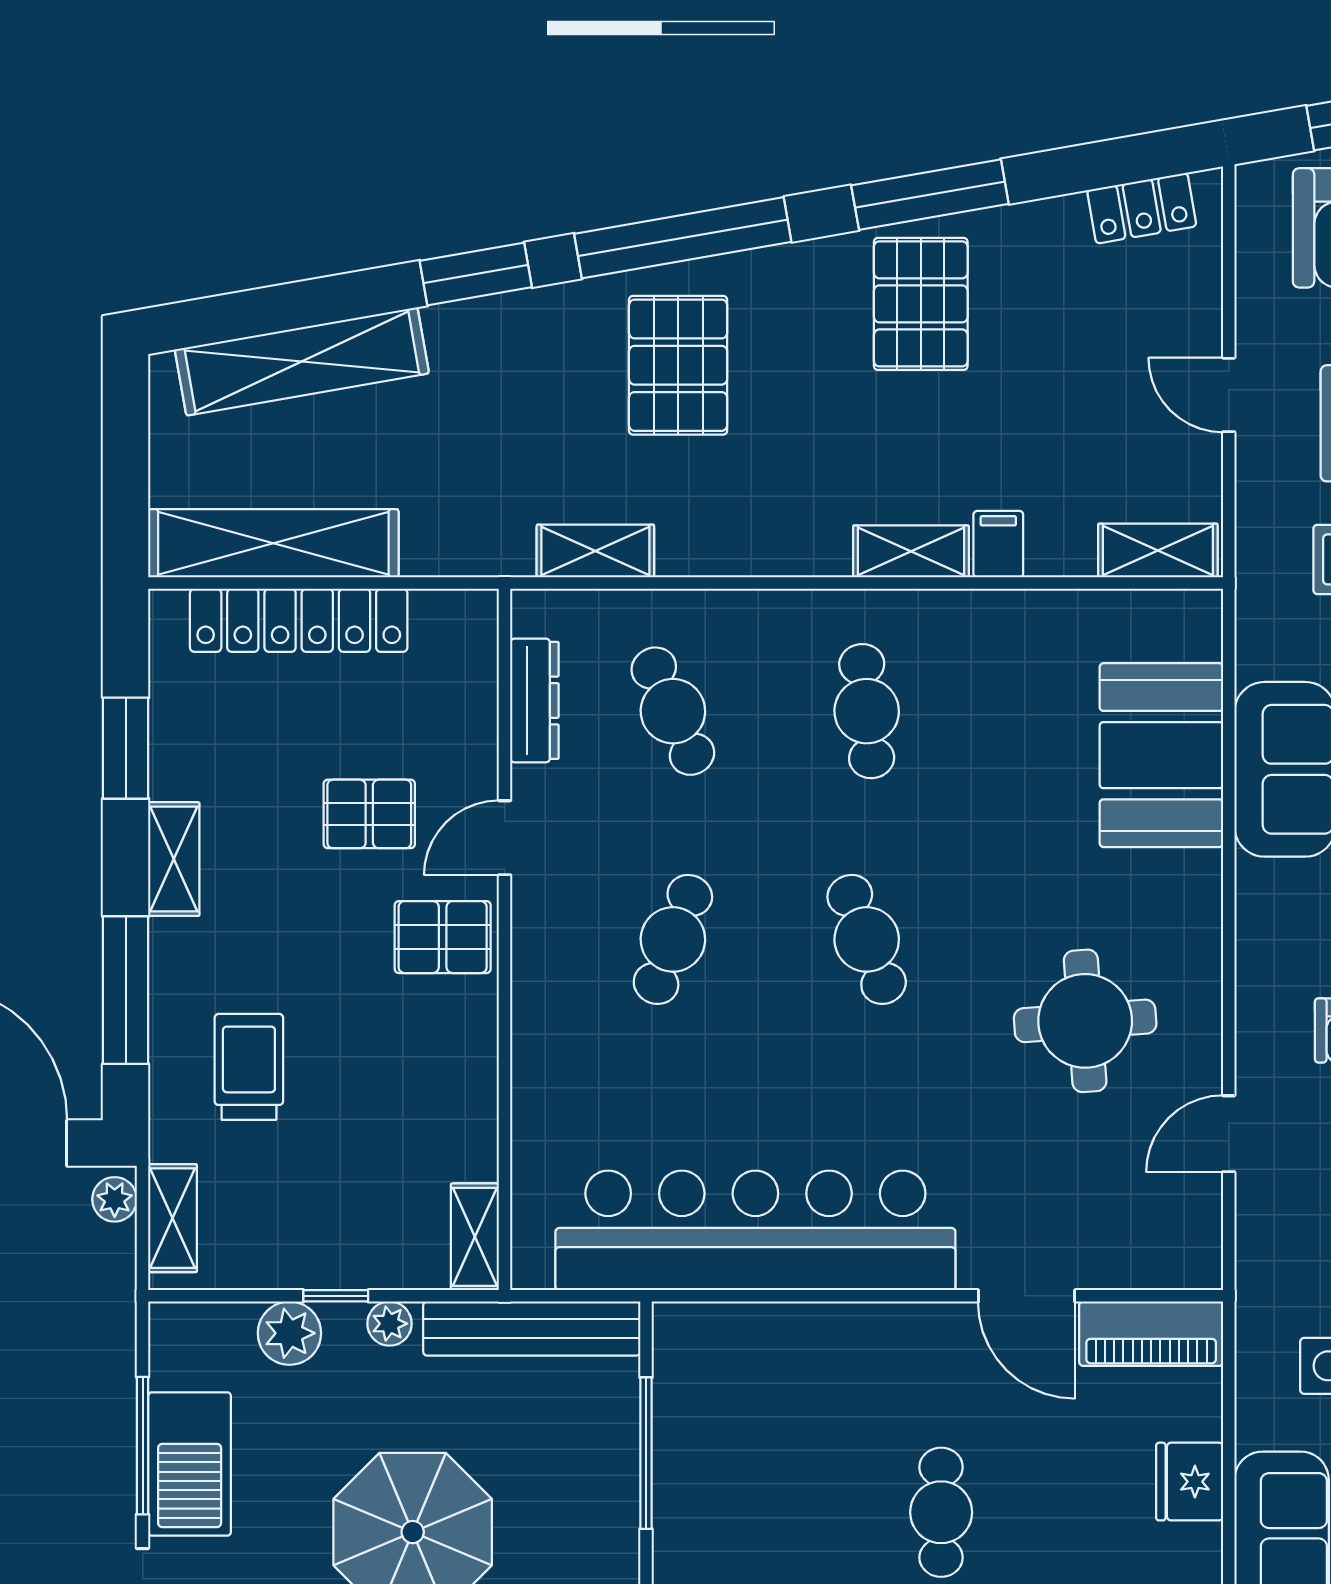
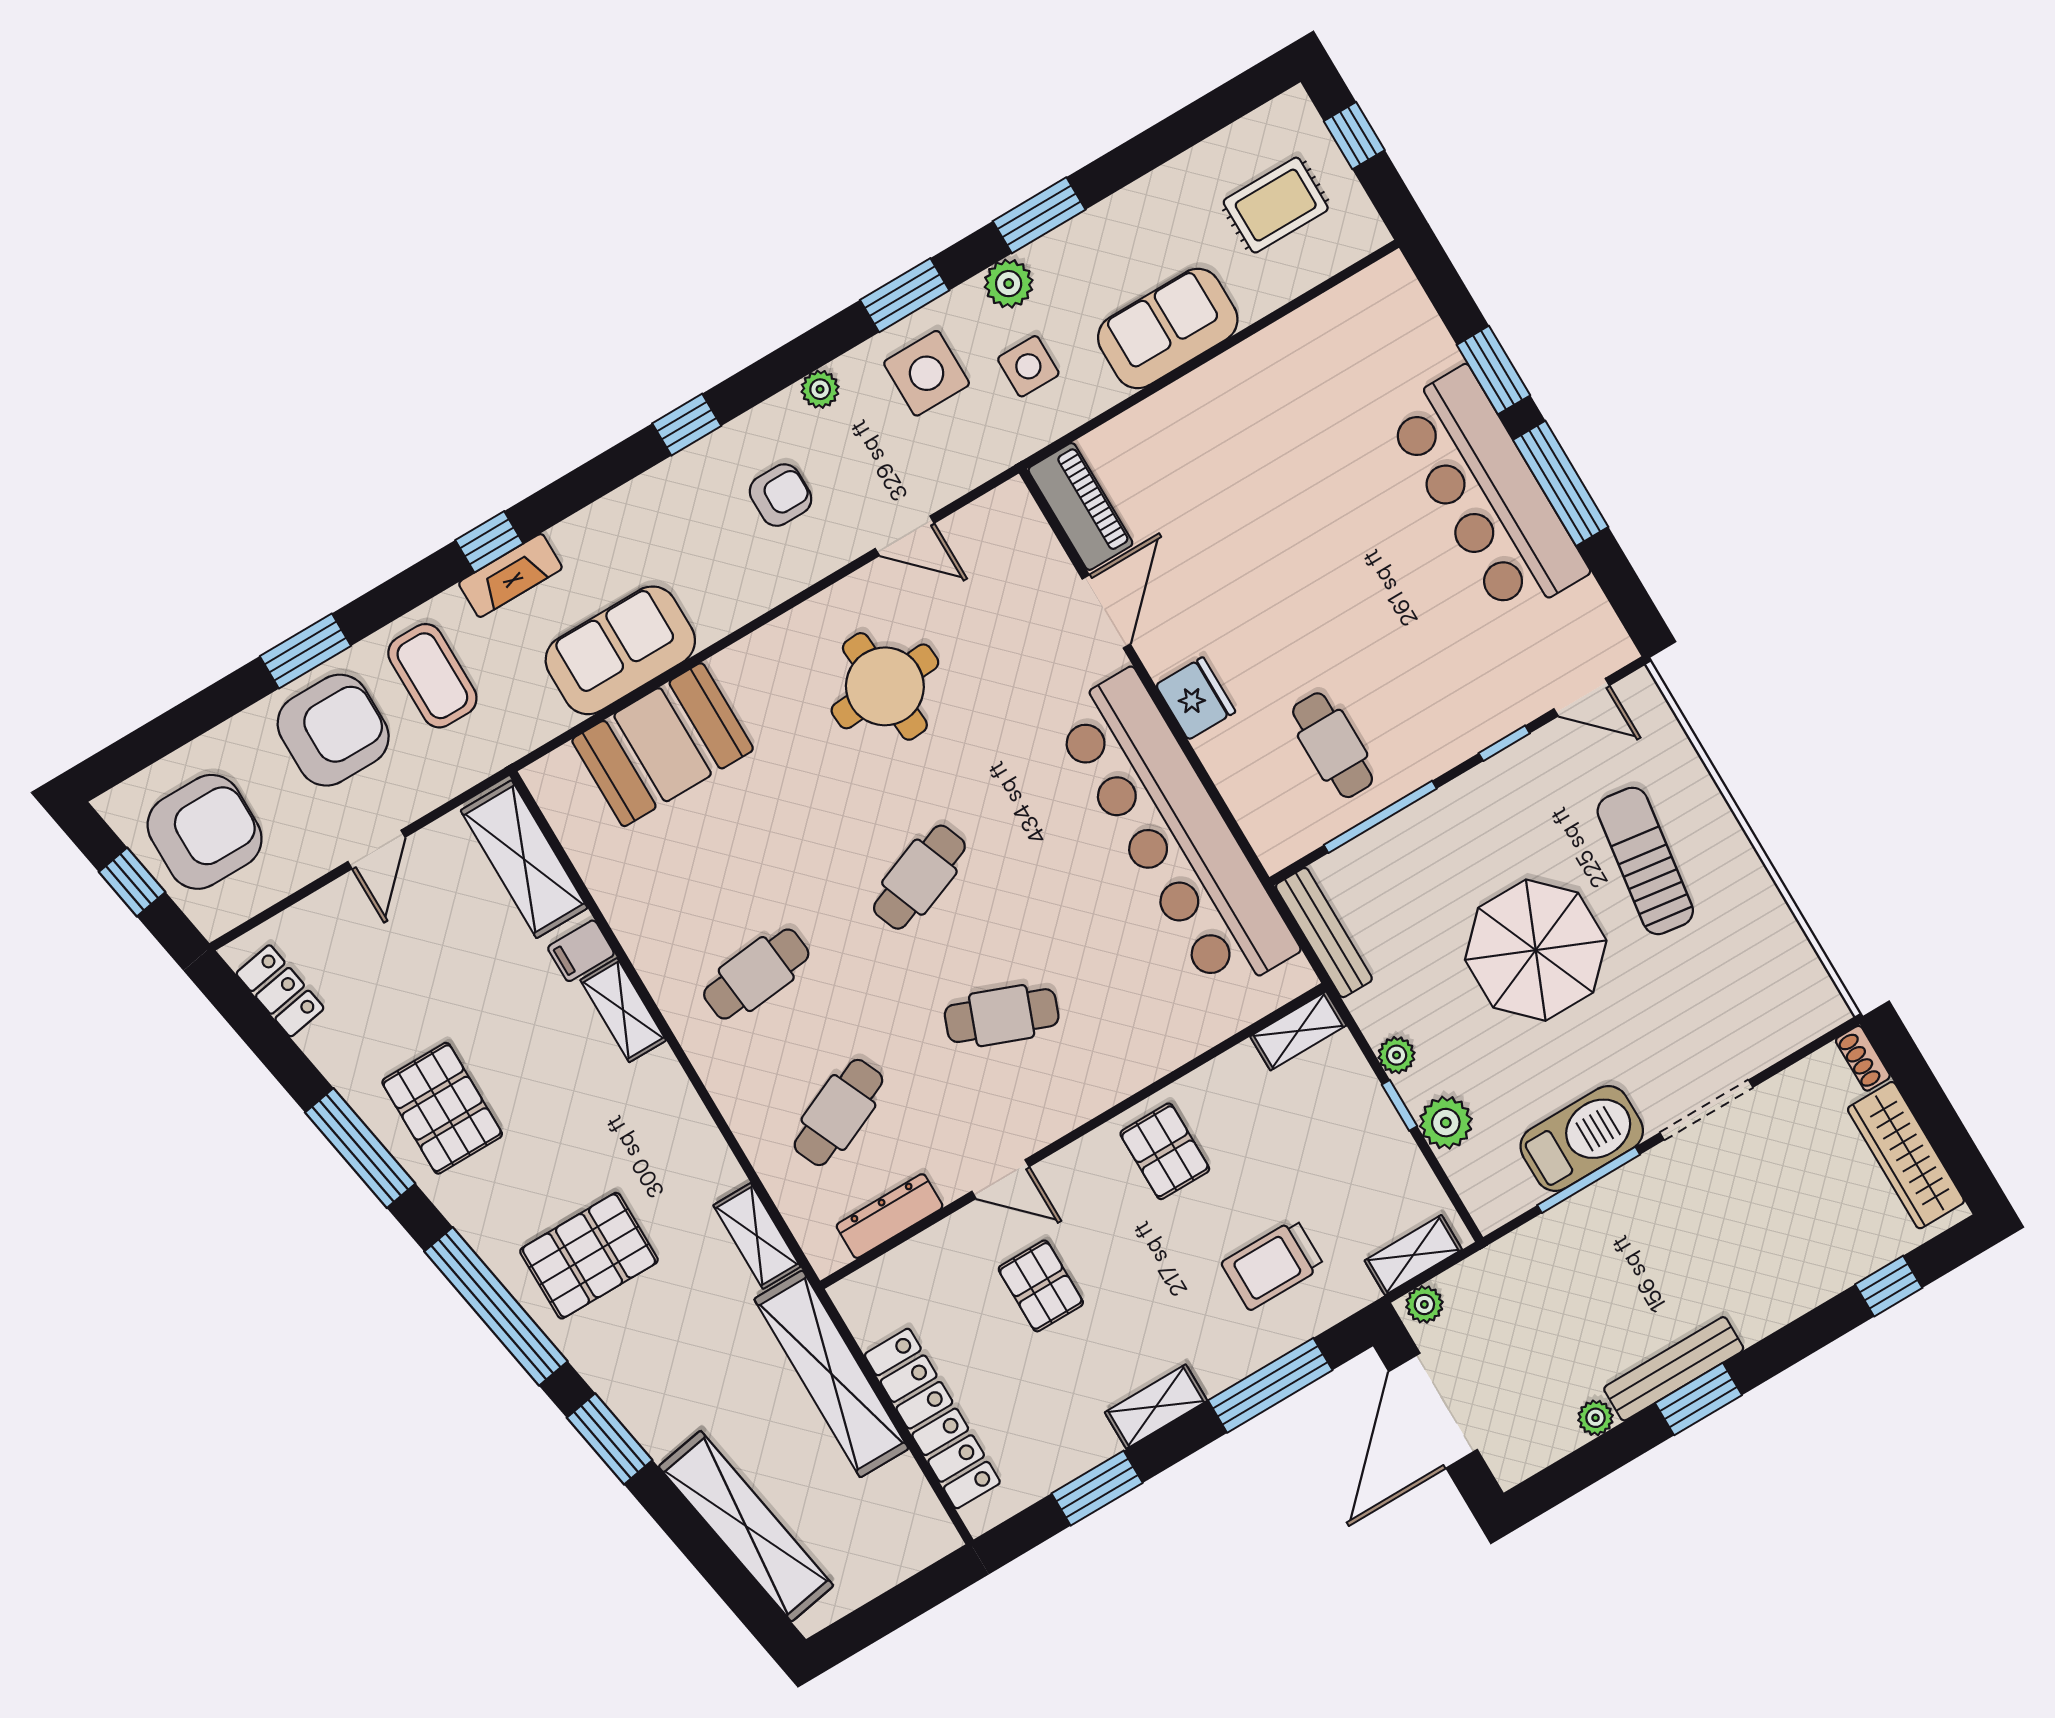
pallet: (921, 304) -> (442, 1108), turned 90
shelving: (273, 543) -> (831, 1374), moved
shelving: (1158, 550) -> (524, 859), width x1.50, depth x1.33
pallet: (443, 937) -> (1165, 1151), moved
bench: (532, 1329) -> (1324, 933), width x0.73, depth x0.82
fridge: (1190, 1482) -> (1196, 698), moved, turned -90
cafe table: (941, 1512) -> (1333, 745), moved, turned 90

